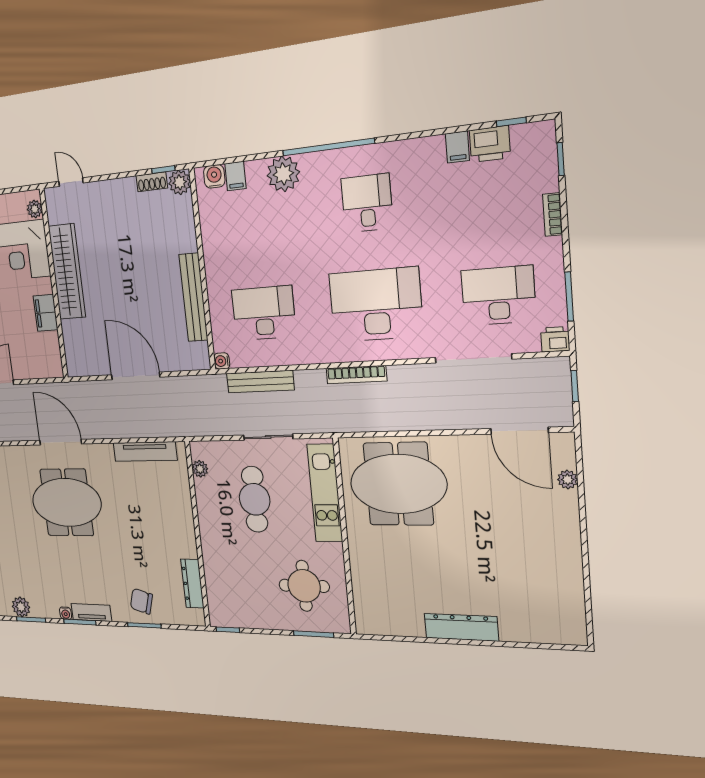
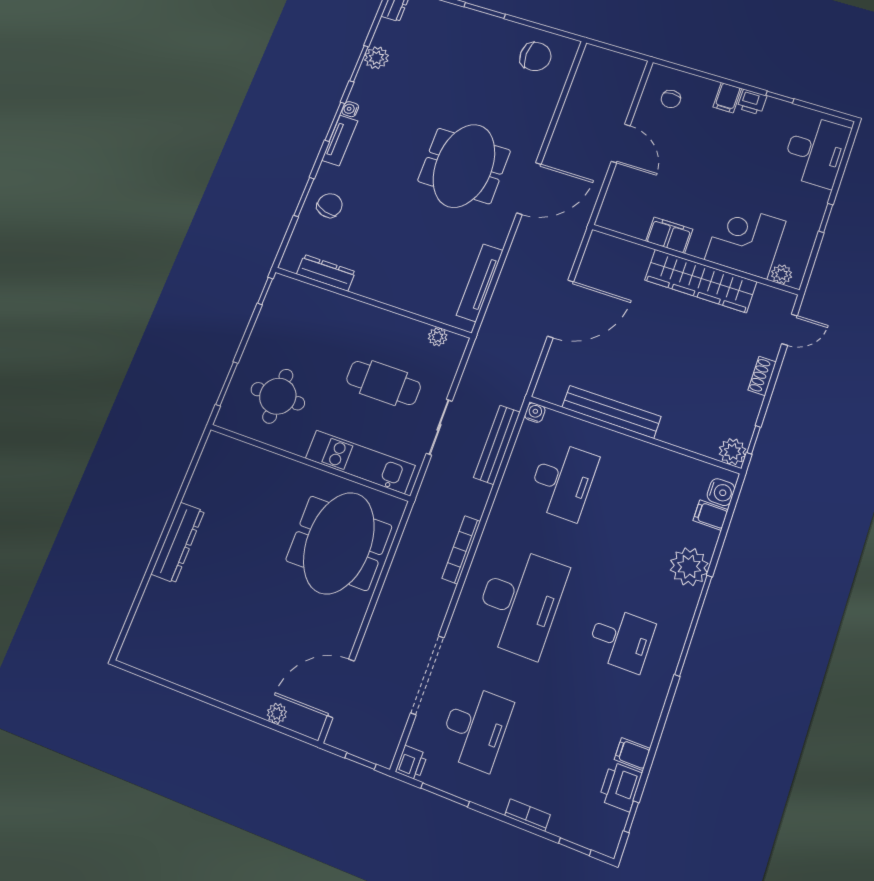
shoe rack: (152, 182) -> (762, 376), moved

